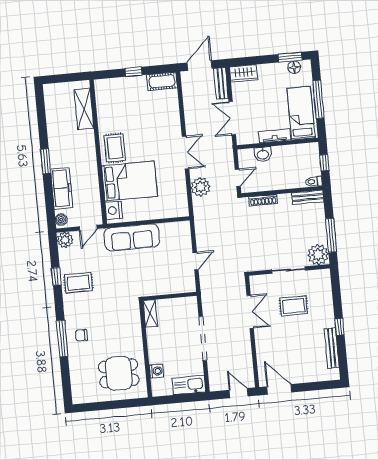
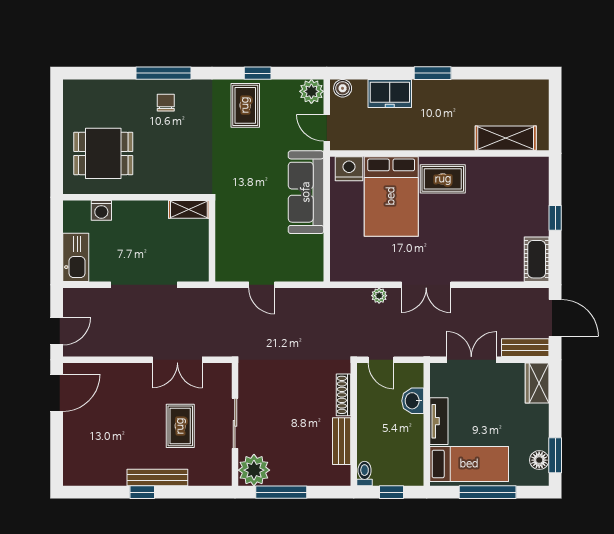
plant: (200, 187) -> (379, 296), width x0.53, depth x0.53
freezer: (62, 188) -> (390, 93), width x0.71
bench: (308, 197) -> (342, 441), moved
bench: (332, 348) -> (157, 478), moved
dining table: (119, 373) -> (103, 153), turned 90

